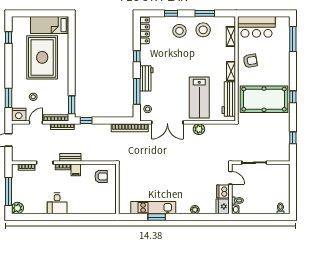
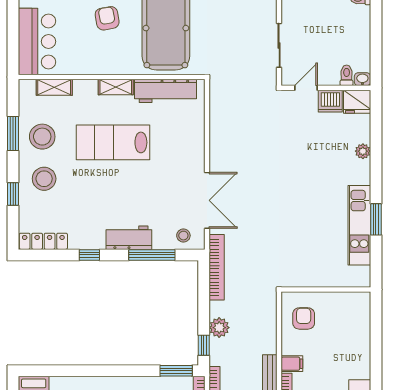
armchair: (250, 61) -> (107, 18), moved
lab bench: (199, 98) -> (113, 142), moved, turned 180
plant: (199, 129) -> (219, 328), moved

